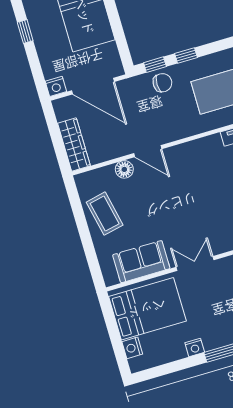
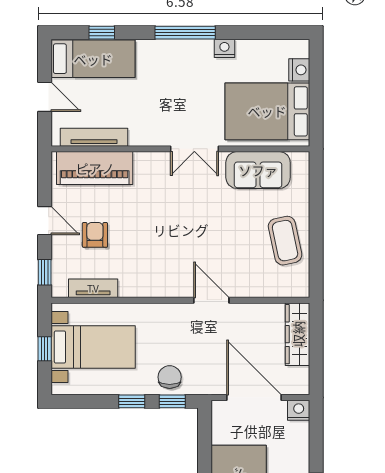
chair: (162, 83) -> (170, 377), turned 90
floor lamp: (124, 169) -> (246, 287), removed

